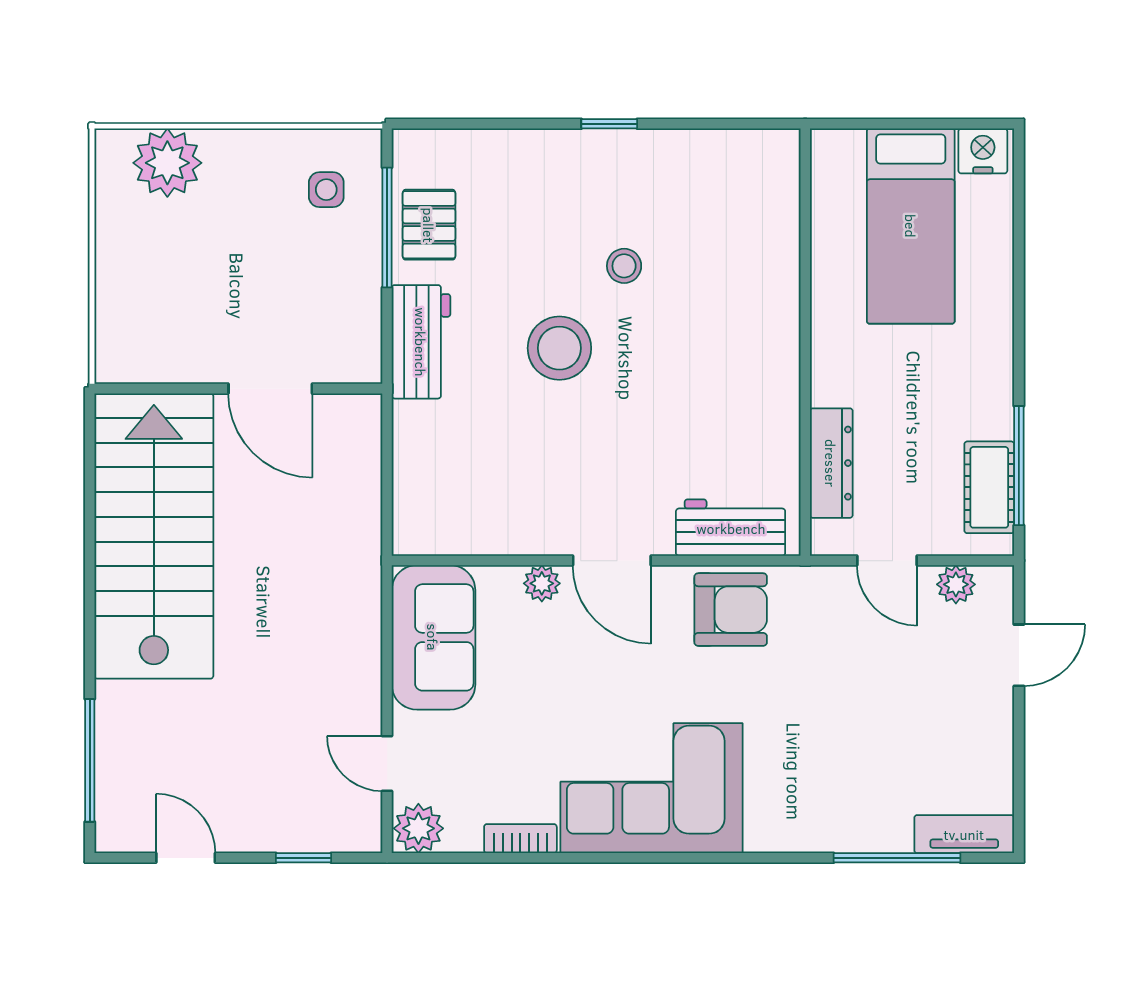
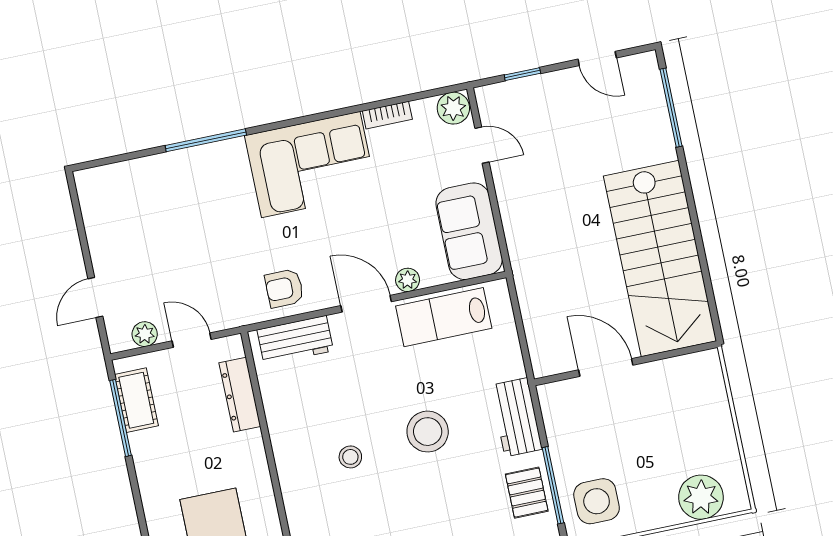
side table: (326, 190) -> (597, 501), width x1.87, depth x1.87
stool: (624, 266) -> (350, 457), moved
lab bench: (499, 516) -> (444, 317), added
armchair: (731, 610) -> (284, 288), width x0.72, depth x0.72
tv unit: (964, 834) -> (106, 177), removed
window: (897, 858) -> (206, 140), moved

